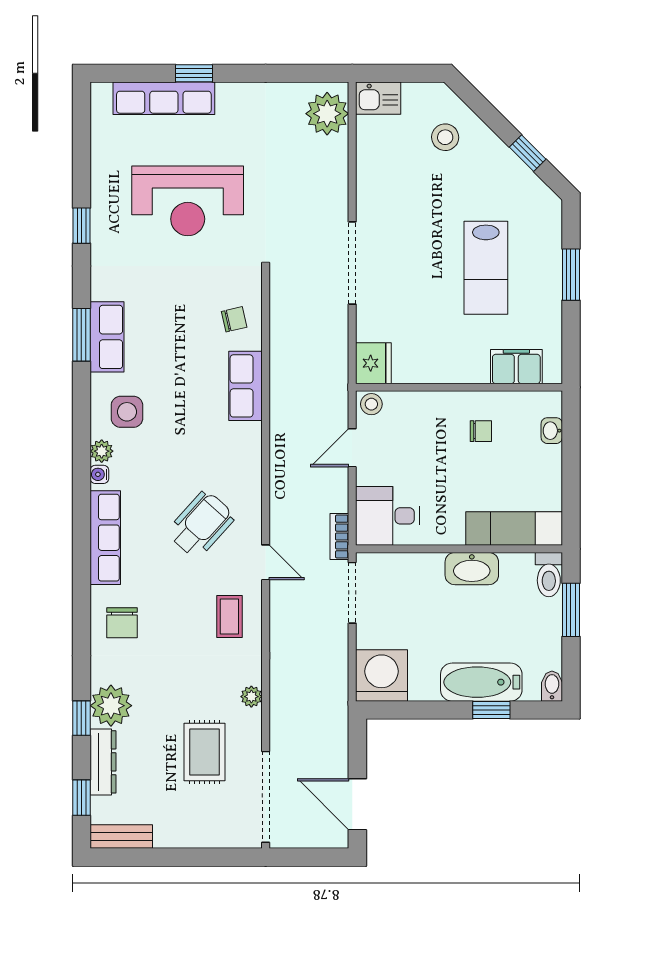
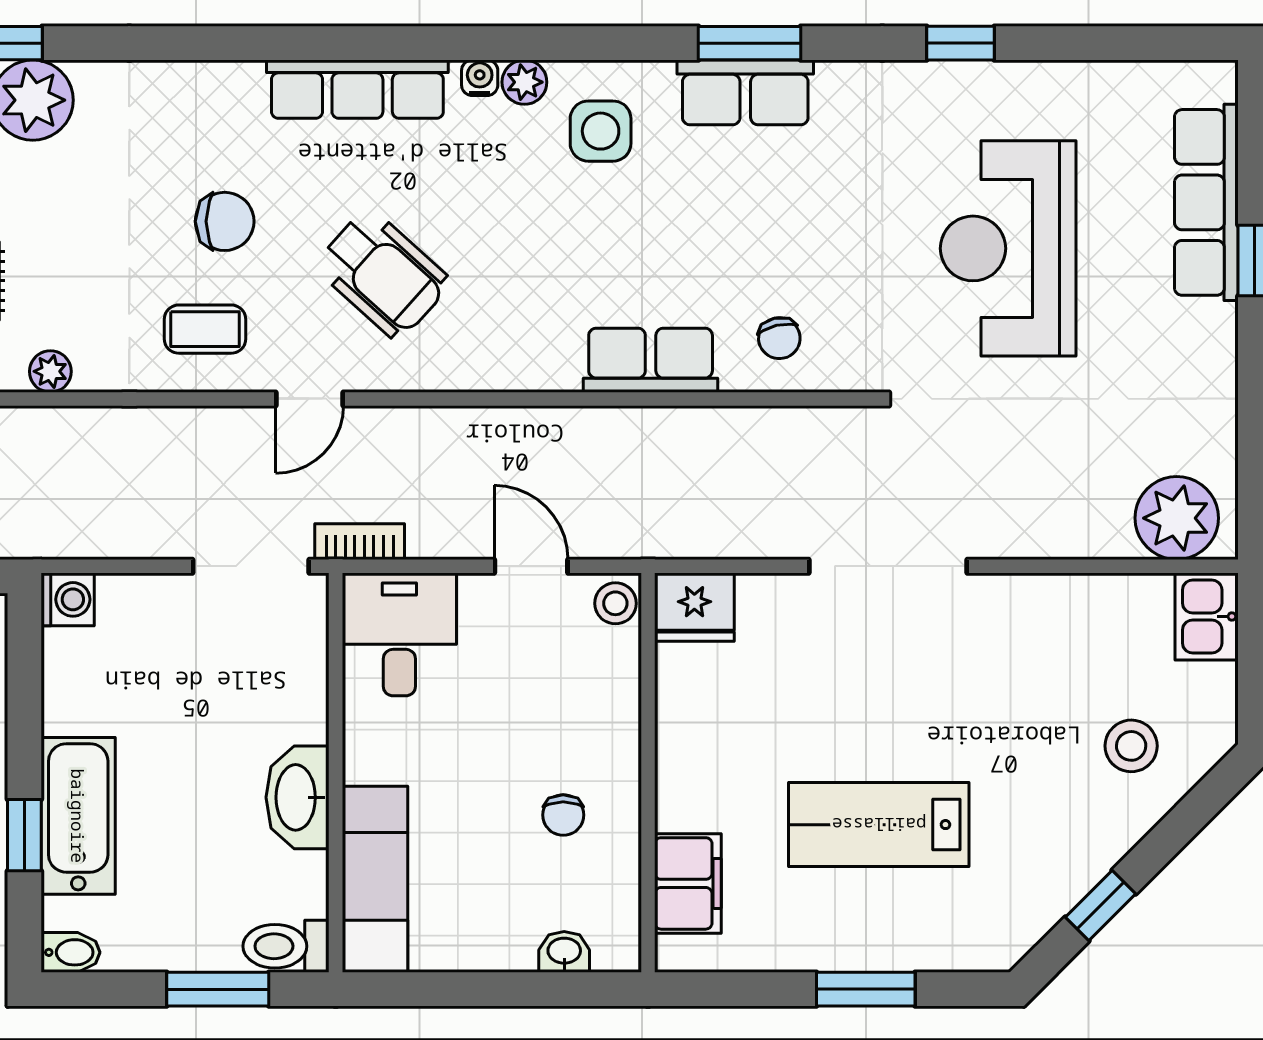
chair: (122, 623) -> (225, 221), moved, turned 180
washing machine: (381, 675) -> (68, 599), width x0.53, depth x0.53

